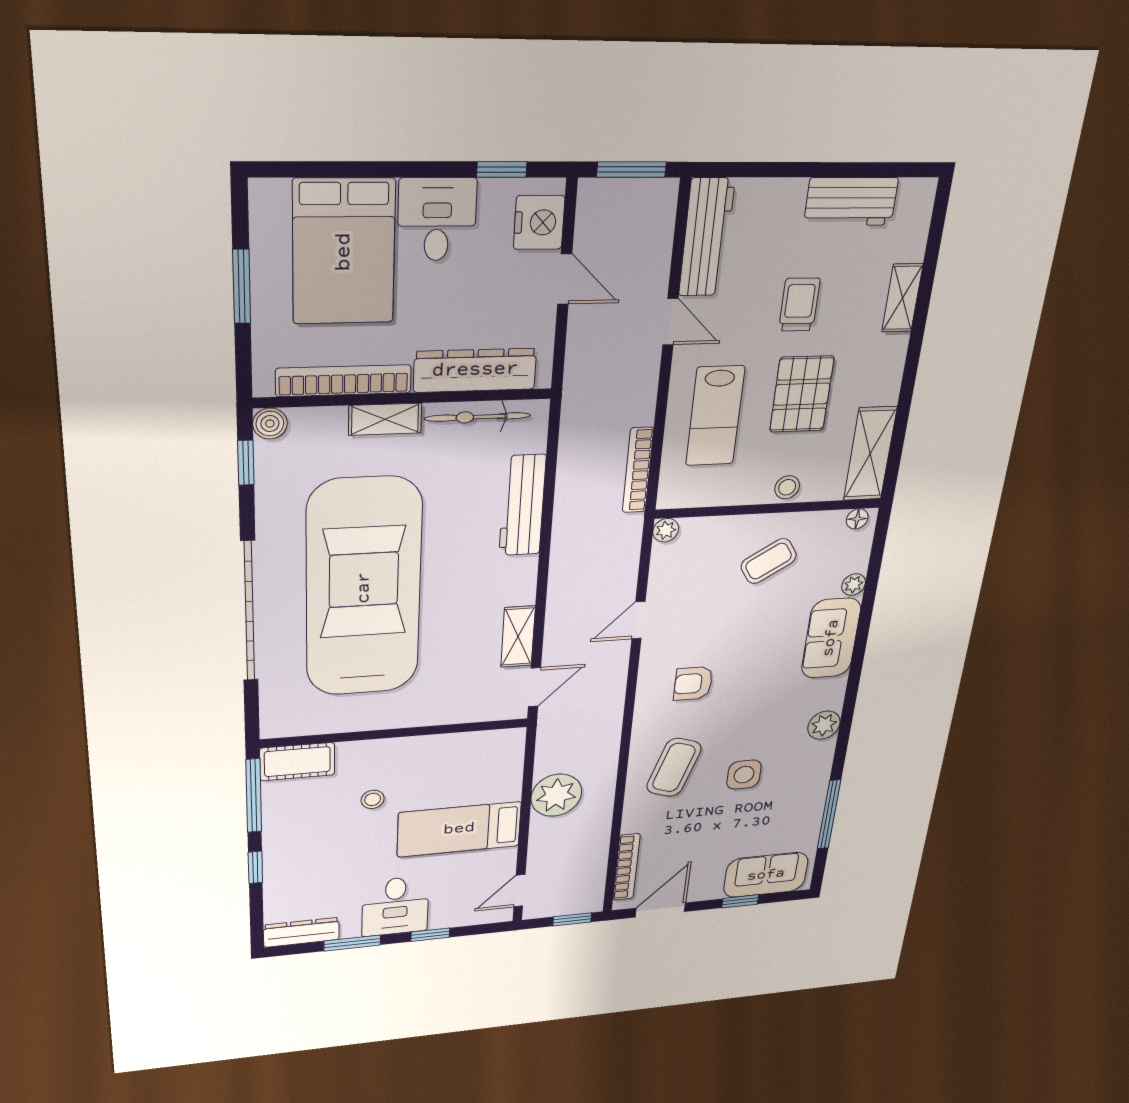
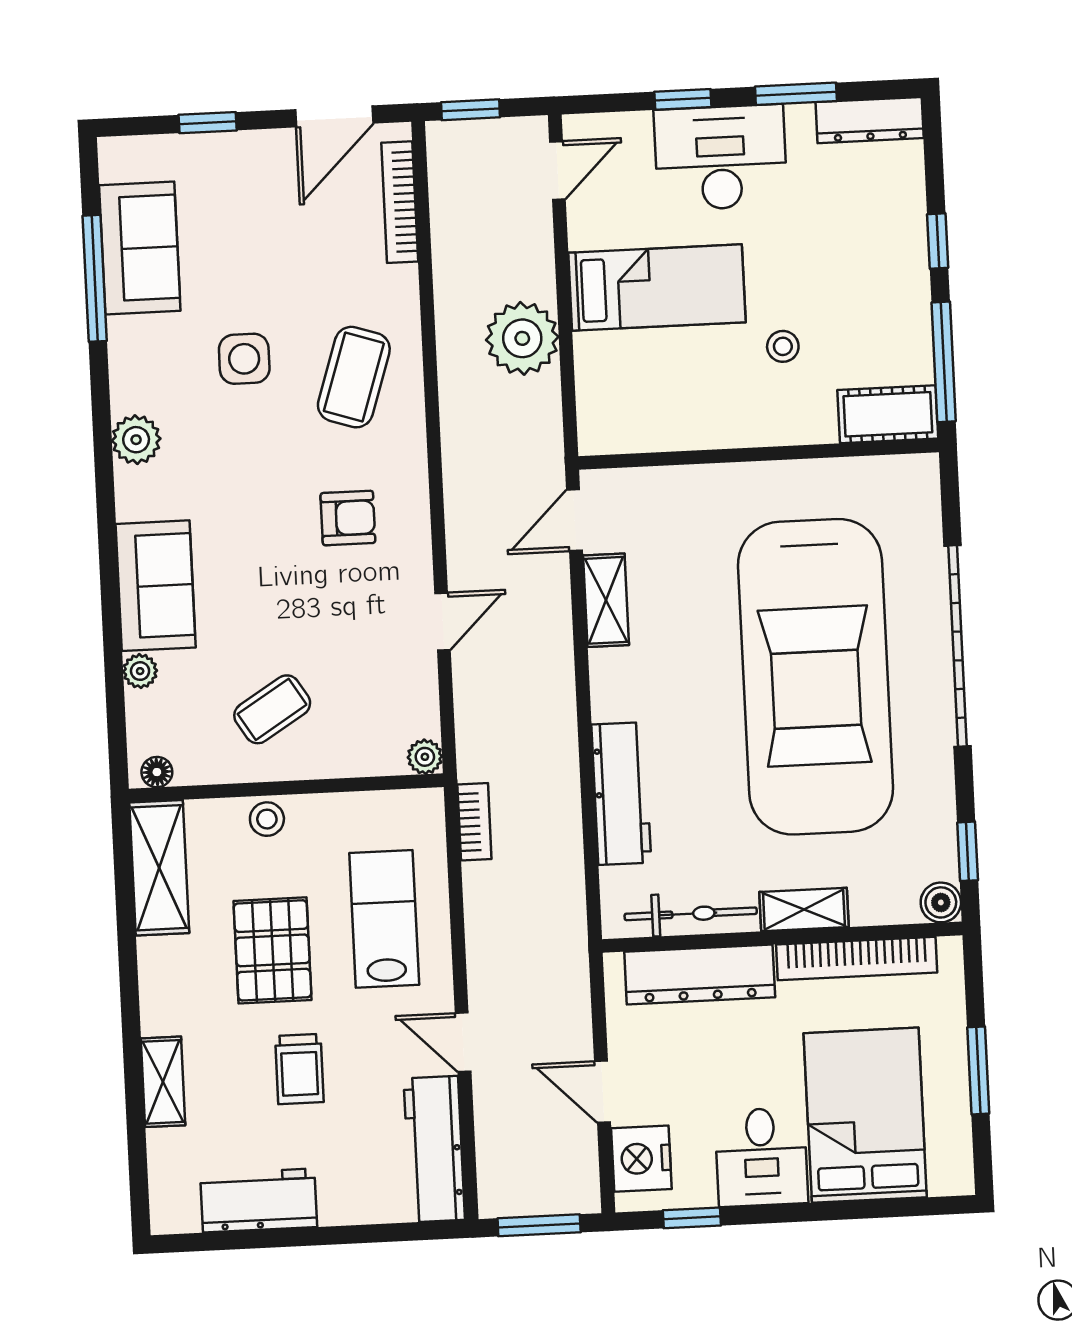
bookcase: (638, 470) -> (474, 822), width x0.64
sofa: (766, 875) -> (140, 248), moved, turned -90
desk: (395, 906) -> (721, 158), width x1.37

